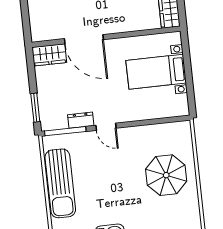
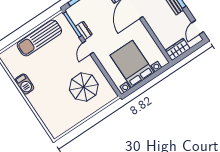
bed with nightstands: (156, 72) -> (132, 64), width x1.36
parasol: (166, 175) -> (84, 87), moved

